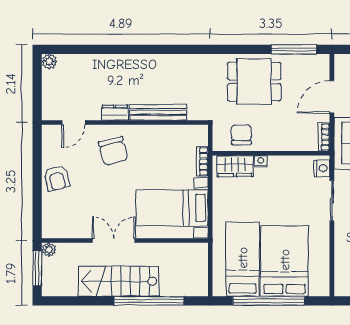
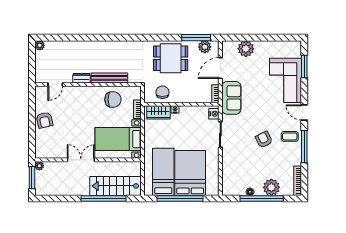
plant: (307, 64) -> (205, 47), added
chair: (113, 151) -> (113, 100), moved, turned -76
stairs: (118, 281) -> (115, 186), moved

